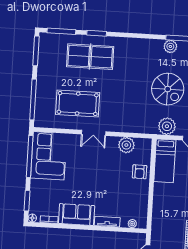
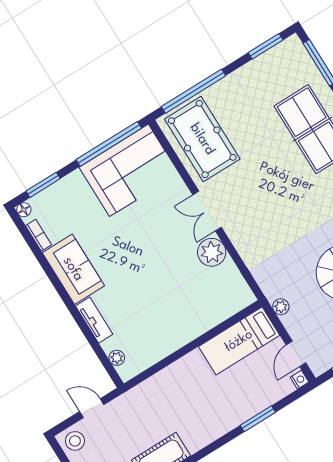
window: (36, 51) -> (266, 46), width x0.69
pool table: (78, 104) -> (202, 139), moved
plant: (167, 126) -> (281, 307), width x0.53, depth x0.53
plant: (126, 145) -> (212, 252), moved
armchair: (140, 172) -> (198, 316), removed

